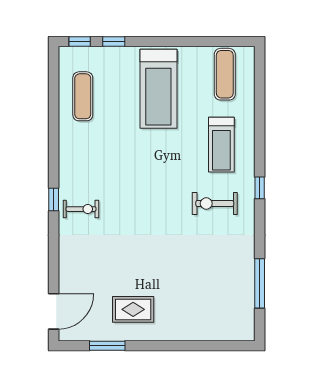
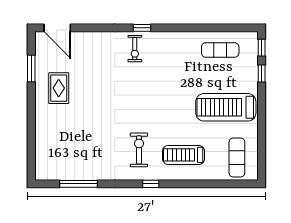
exercise mat: (225, 74) -> (237, 157), turned 90

